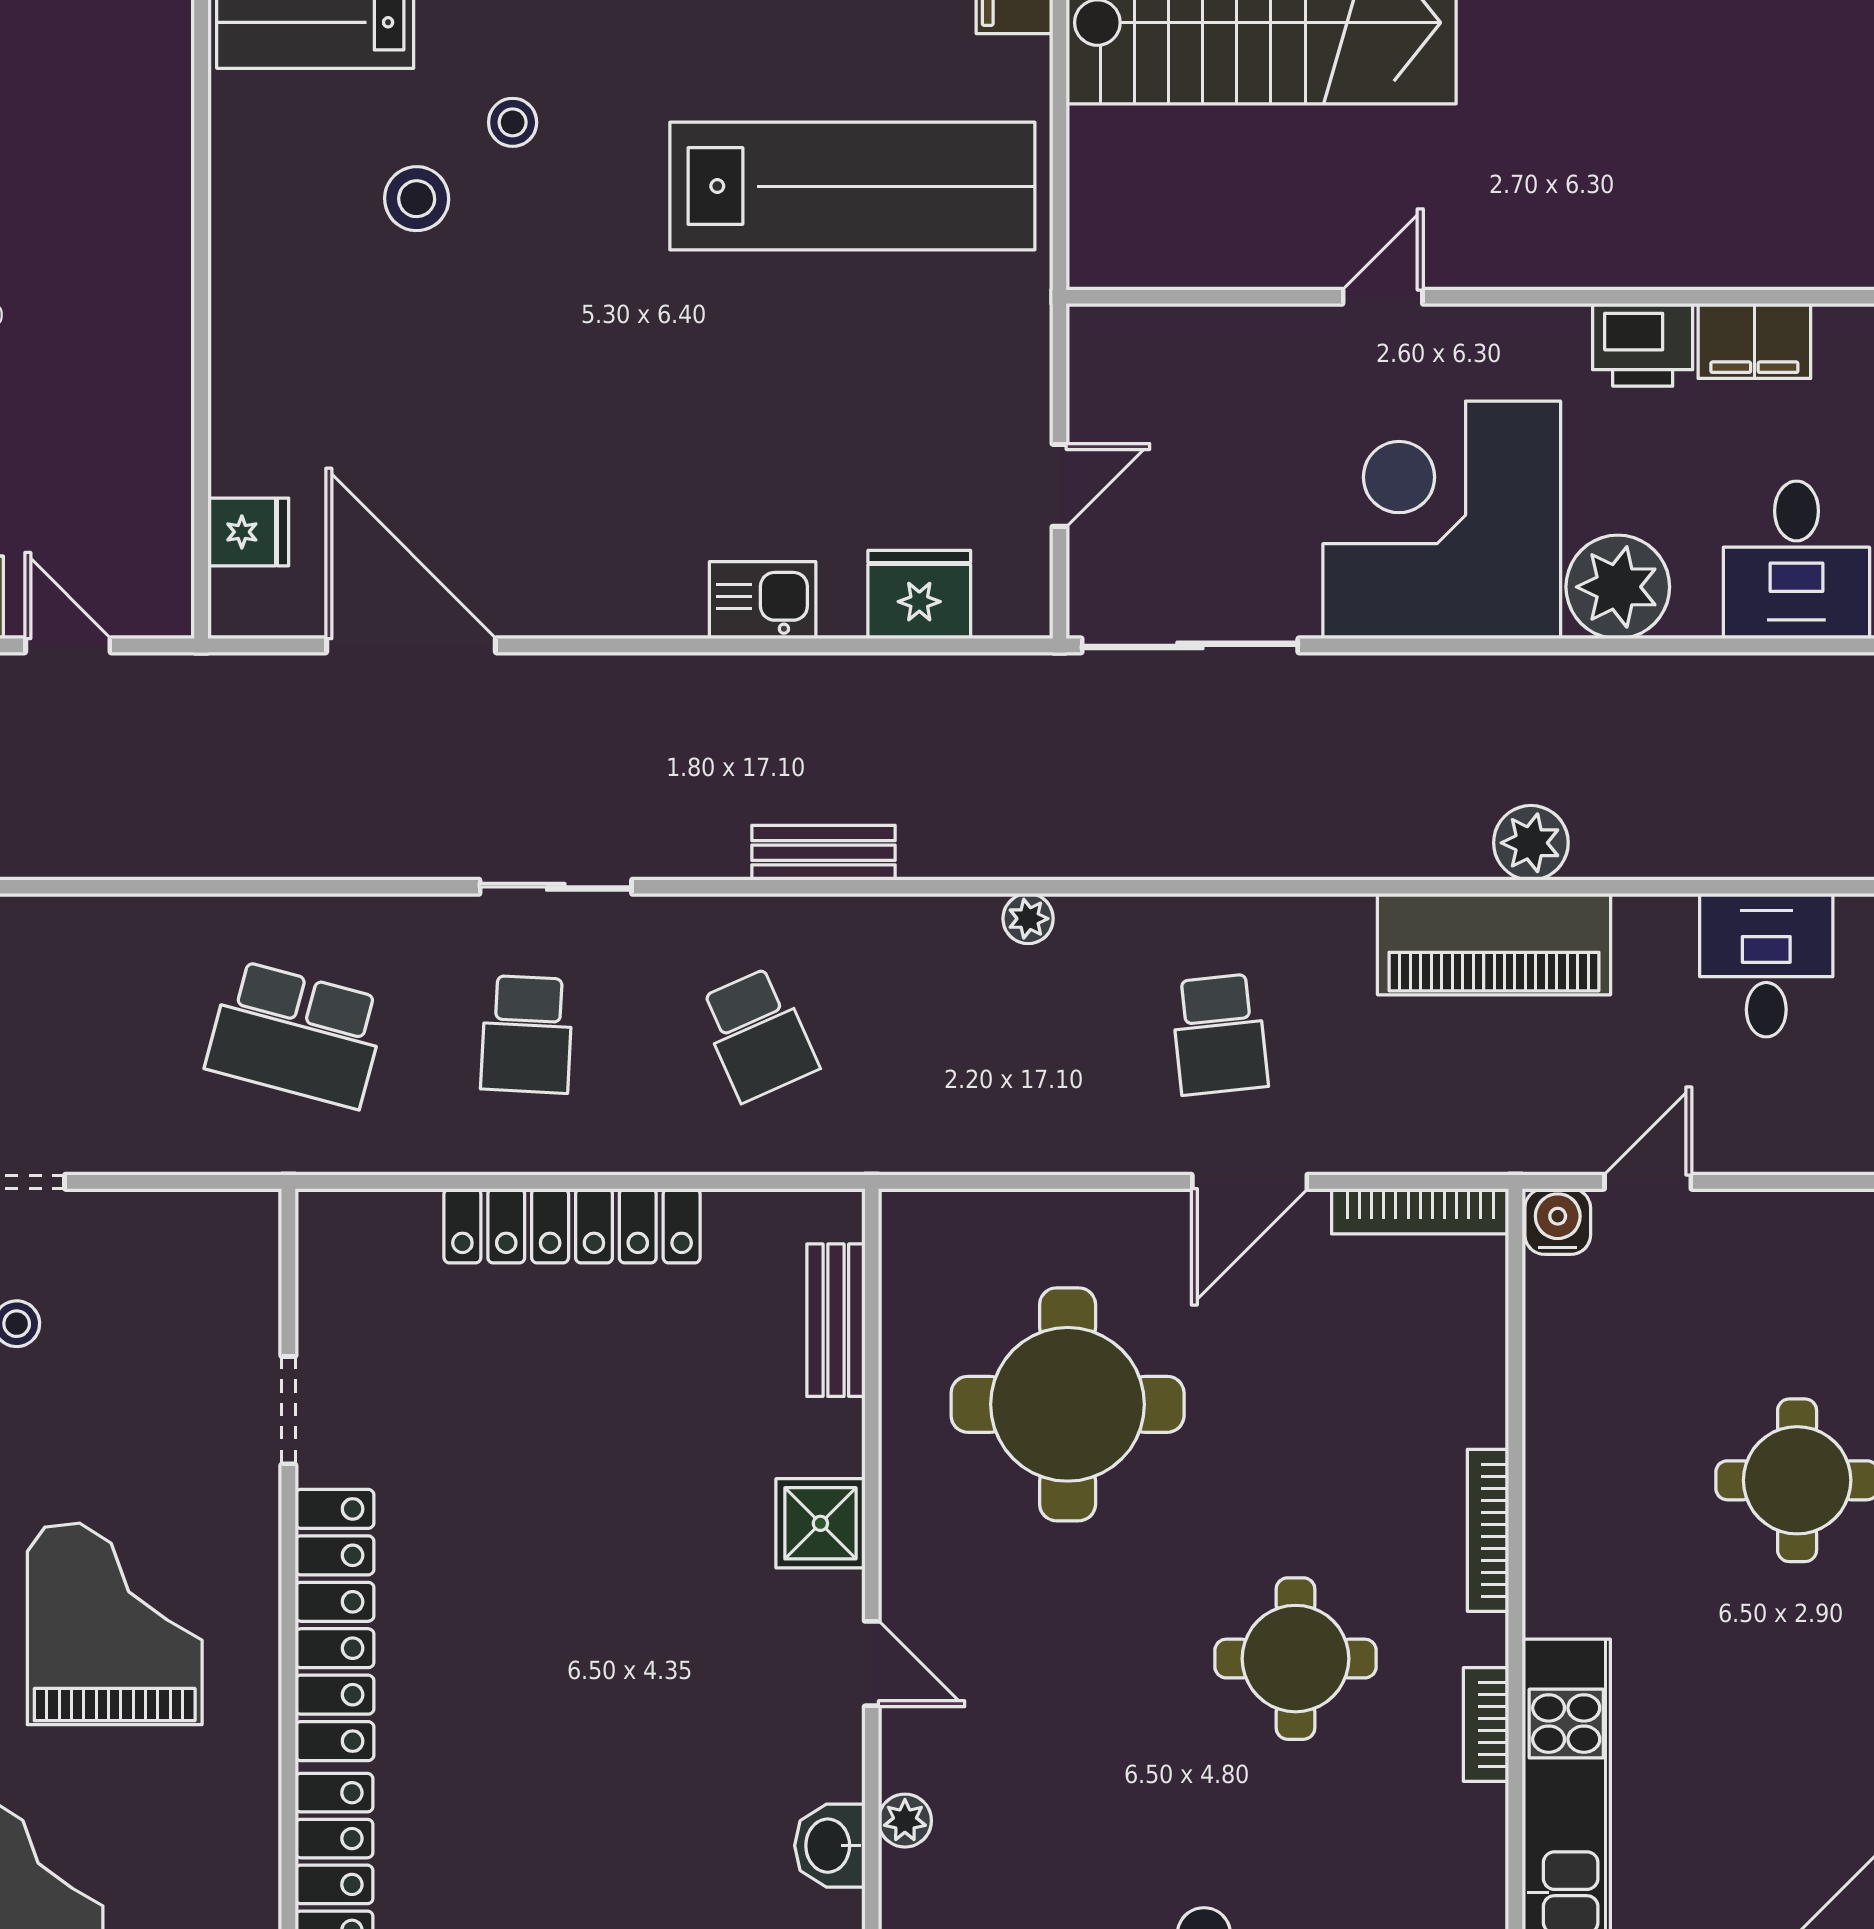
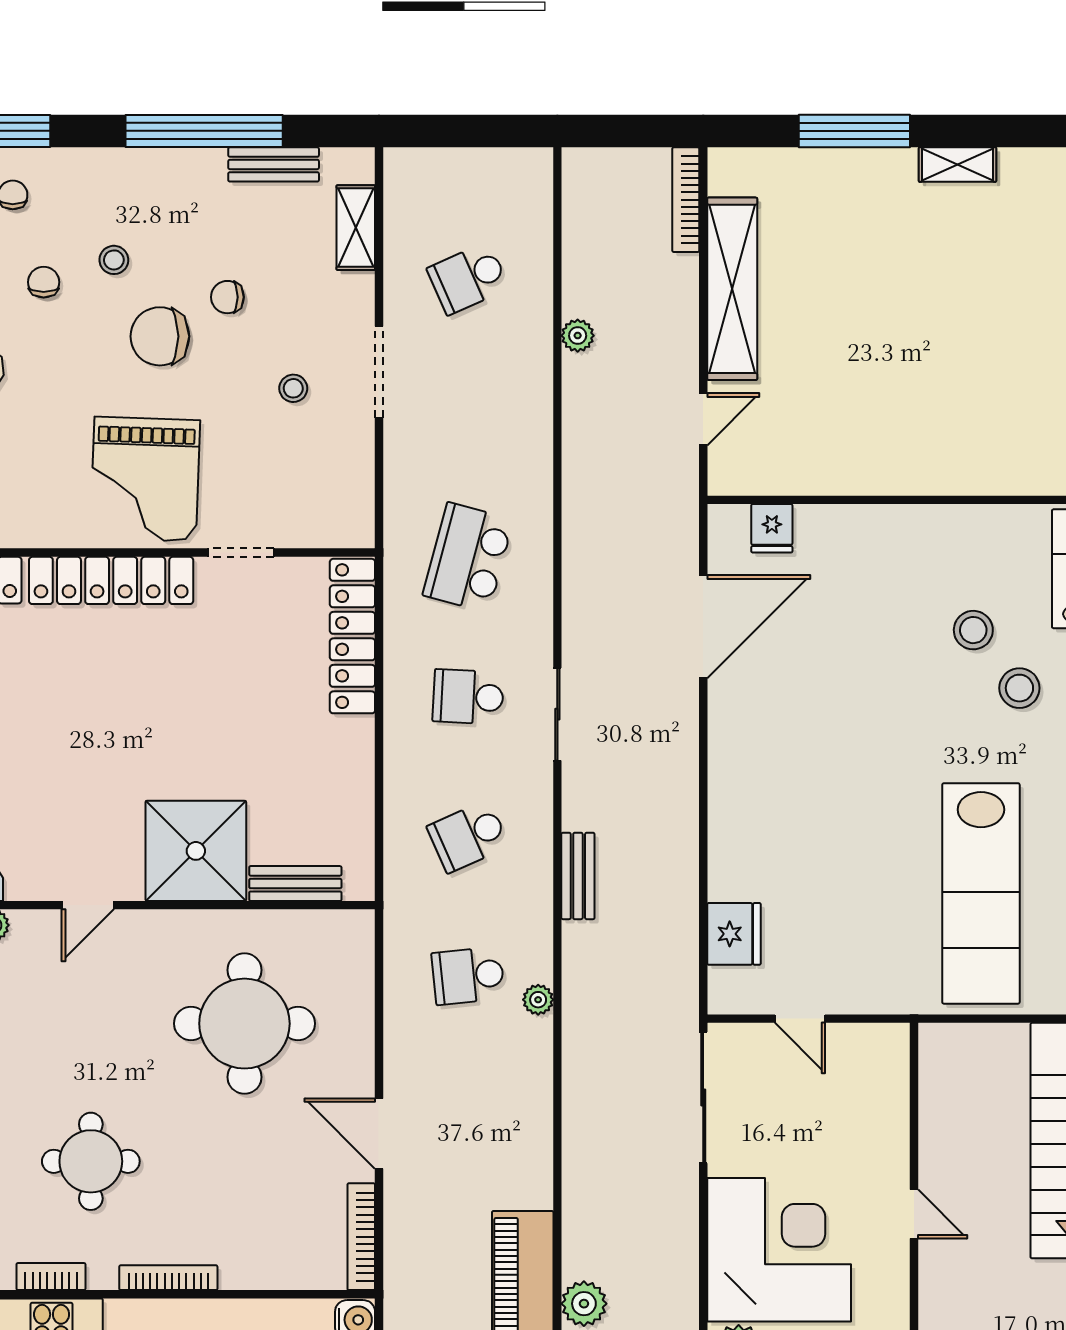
stool: (513, 122) -> (1019, 688), width x1.37, depth x1.37
kitchen sink: (763, 600) -> (731, 839), removed
school desk: (1219, 1034) -> (468, 976), moved
locker: (572, 1226) -> (352, 636), moved
shower: (820, 1523) -> (196, 851), width x1.86, depth x1.86
grand piano: (115, 1624) -> (145, 479), moved, turned 92

